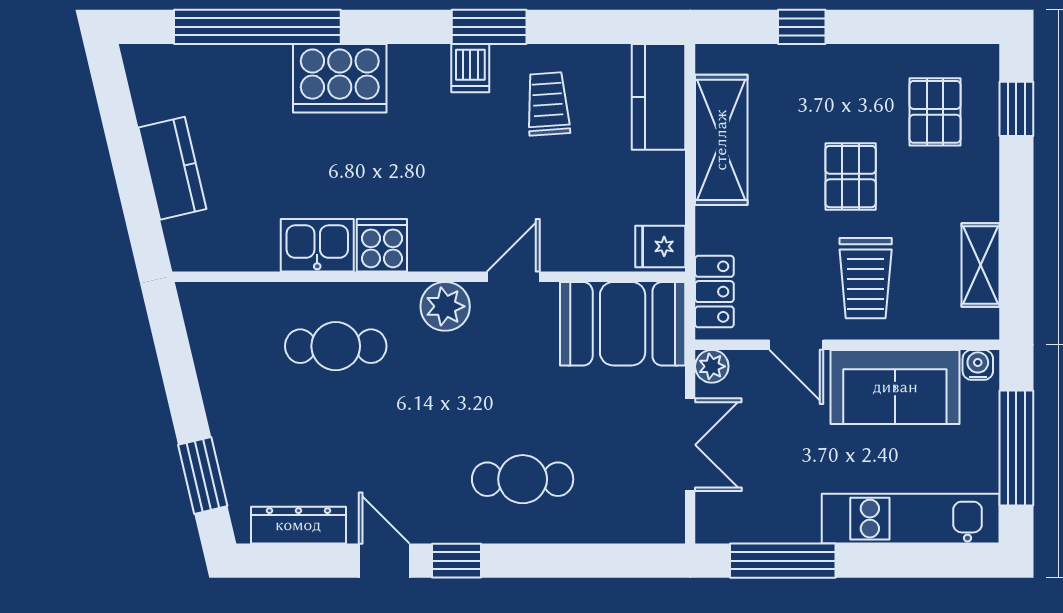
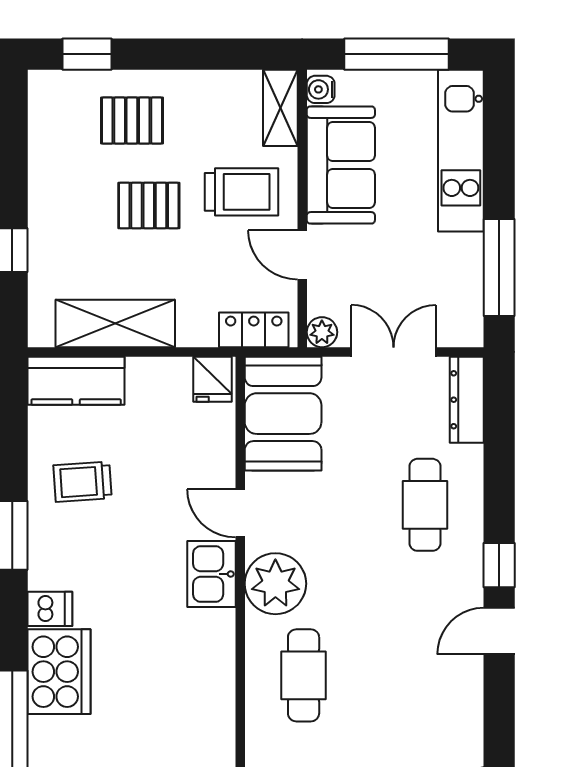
dishwasher: (470, 68) -> (50, 609), moved
pallet: (935, 112) -> (132, 121), moved
kitchen sink: (317, 245) -> (211, 574), moved
cooker: (382, 245) -> (211, 633), removed
shelving: (981, 265) -> (280, 108), moved, turned 90
plant: (445, 306) -> (275, 584), width x1.36, depth x1.36
door: (796, 345) -> (302, 255), swing flipped
dresser: (298, 525) -> (467, 400), moved

